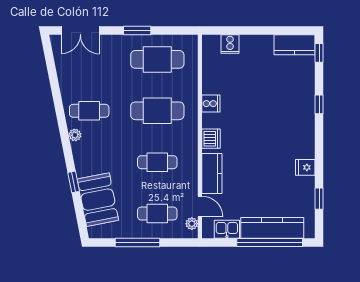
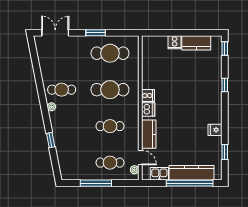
double door: (80, 31) -> (55, 33), swing flipped
cooker: (230, 44) -> (175, 42), moved
kitchen counter: (295, 45) -> (196, 43), moved
cooker: (211, 104) -> (148, 96), moved
booth: (98, 200) -> (68, 153), removed

